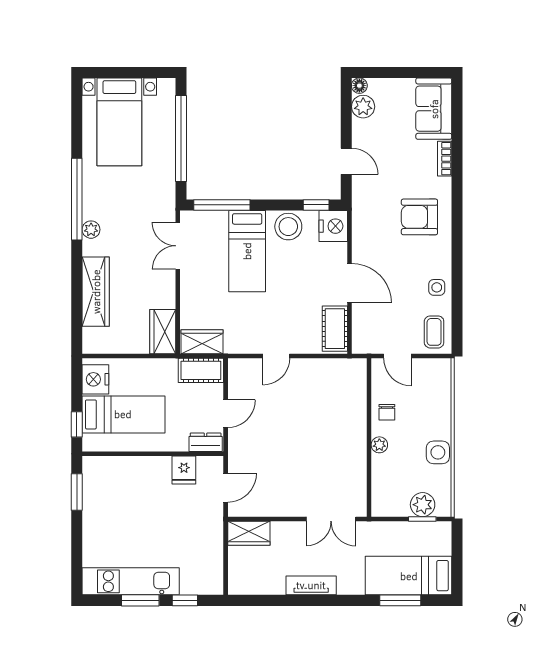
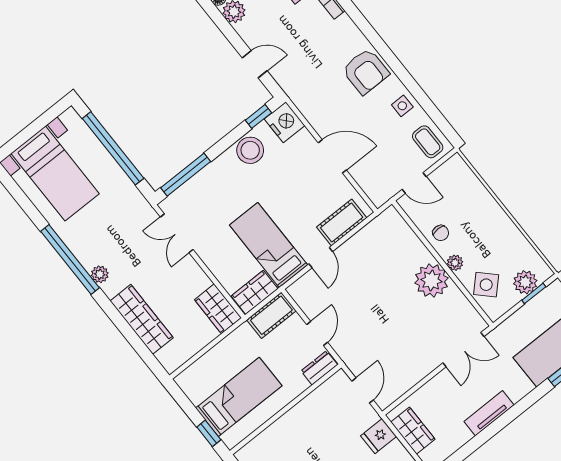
armchair: (419, 217) -> (366, 71), moved, turned -90
bed: (247, 251) -> (269, 245), moved, turned 180
cot: (335, 329) -> (342, 222), moved, turned 90
nightstand: (95, 379) -> (195, 387), removed
plant: (349, 444) -> (431, 281), added
side table: (438, 452) -> (486, 285), moved, turned 45
fridge: (184, 470) -> (379, 436), moved, turned 90
wardrobe: (249, 533) -> (413, 431), moved, turned -90

